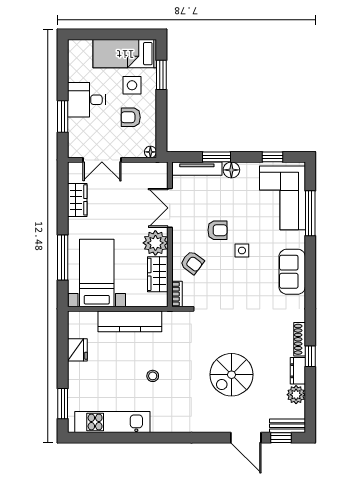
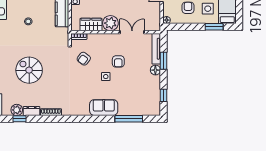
corner sofa: (282, 198) -> (138, 102), removed
armchair: (192, 263) -> (84, 59), moved
sofa: (292, 272) -> (104, 108), moved
window: (310, 356) -> (20, 119), moved

